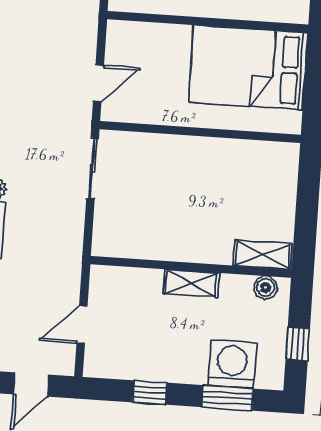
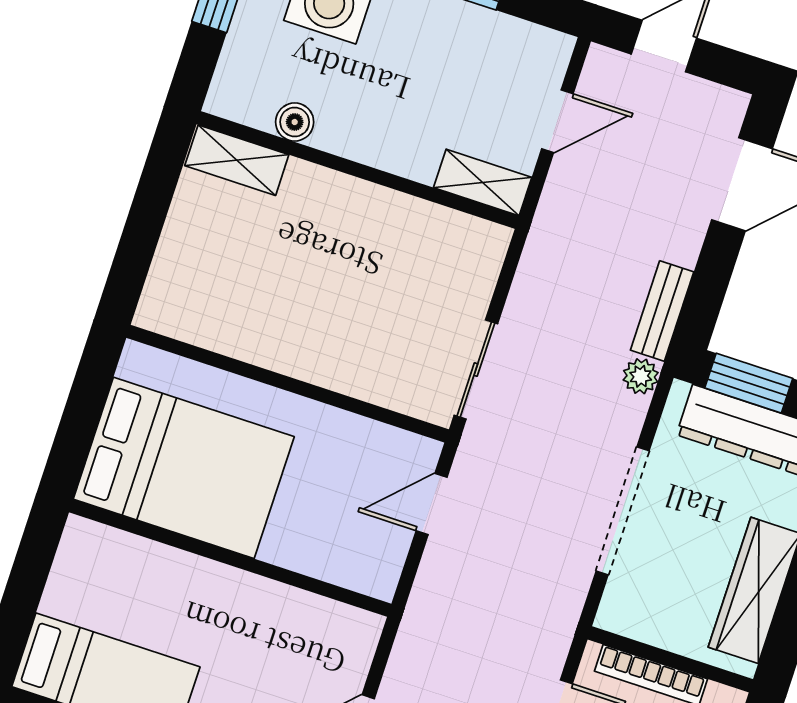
shelving: (191, 283) -> (483, 182), moved
boiler: (266, 288) -> (295, 122), moved

